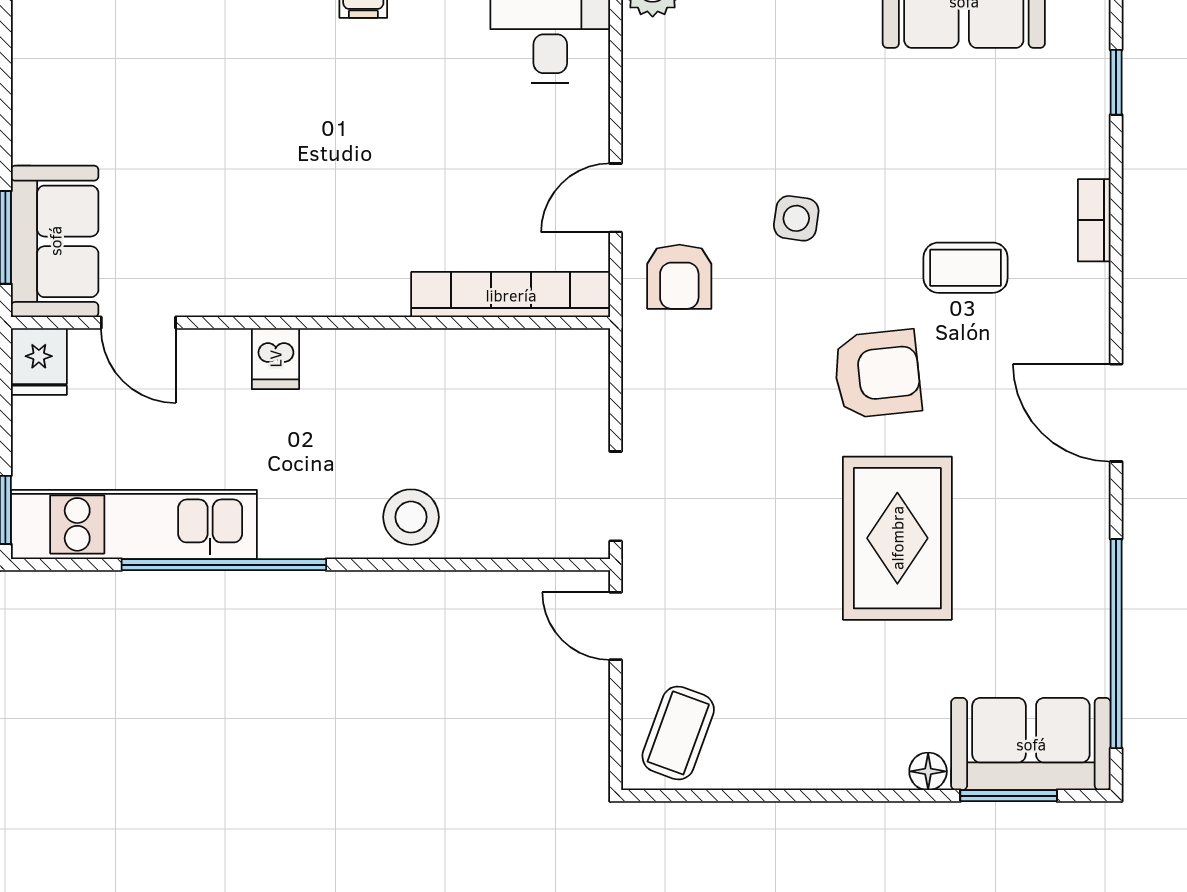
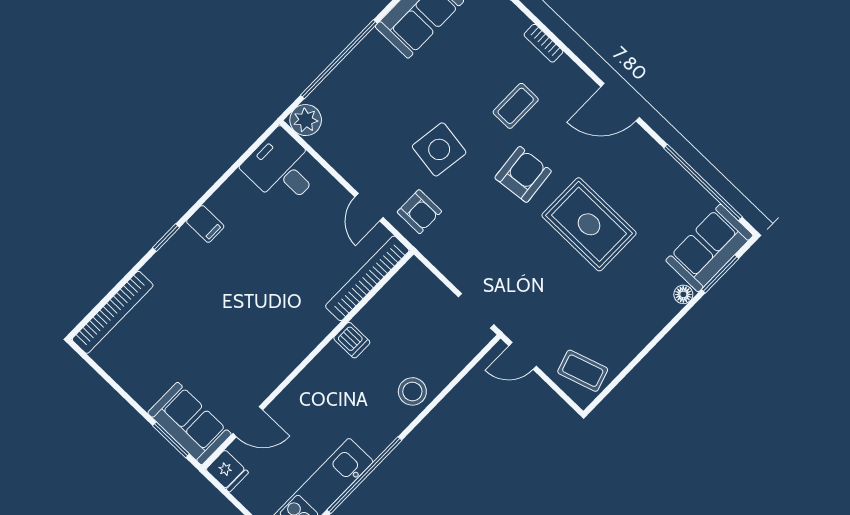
side table: (796, 218) -> (439, 149), width x1.87, depth x1.87
dishwasher: (275, 359) -> (352, 340), moved
coffee table: (678, 733) -> (583, 371), turned -38

